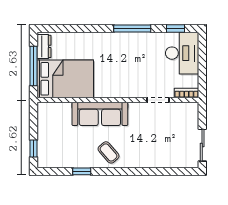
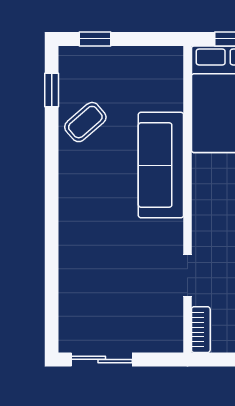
coffee table: (109, 152) -> (85, 122), moved
window: (82, 171) -> (52, 90), moved

